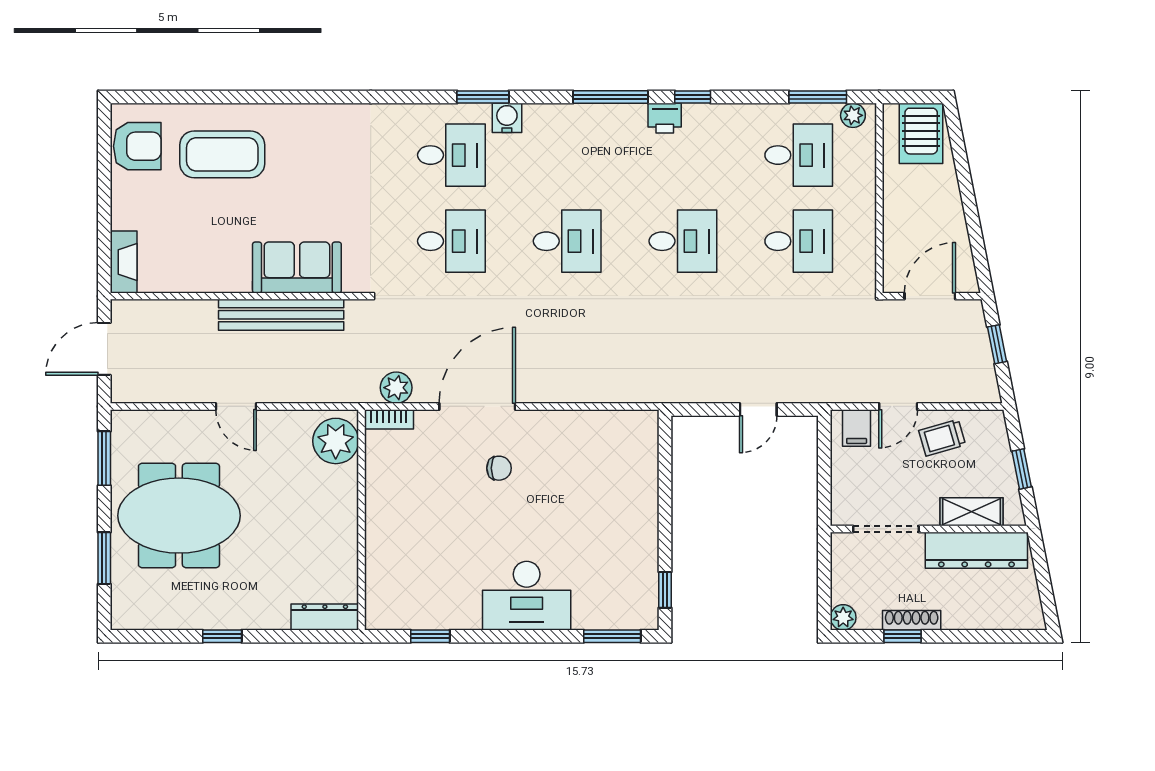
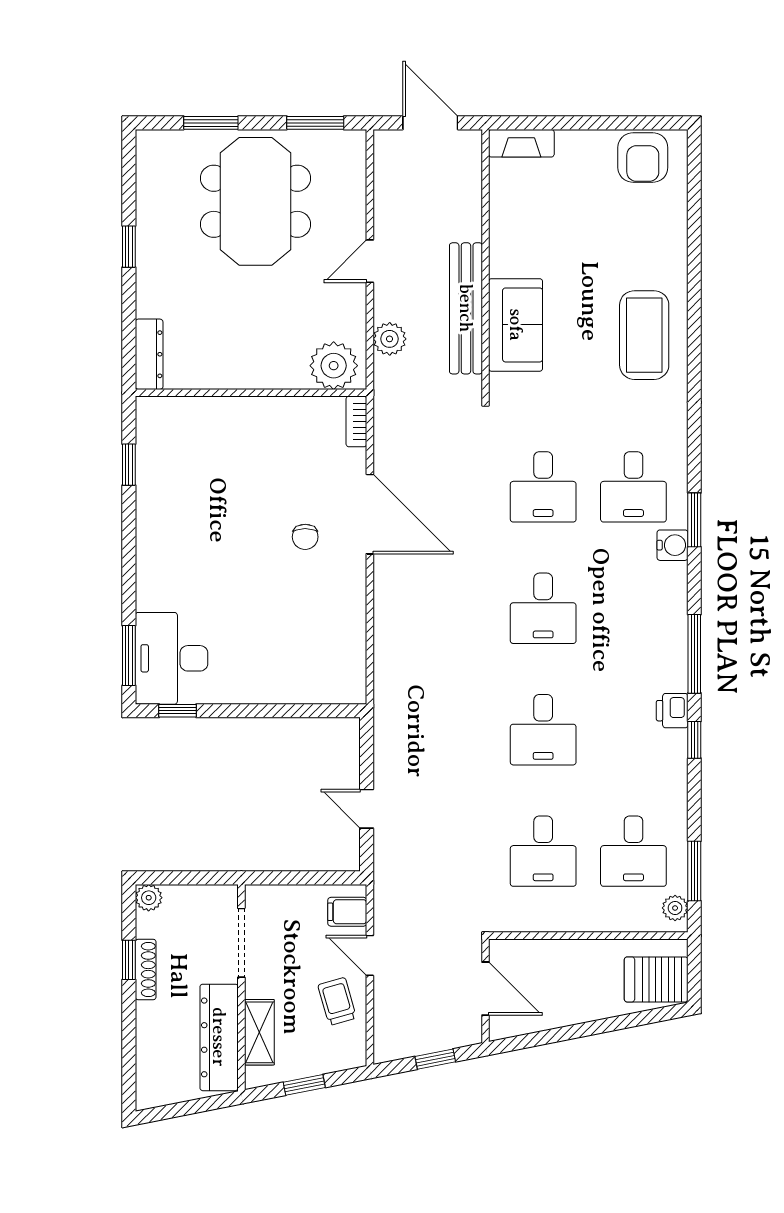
coffee table: (222, 154) -> (644, 335), moved
plant: (396, 388) -> (390, 339), moved
desk: (527, 596) -> (171, 658), moved

